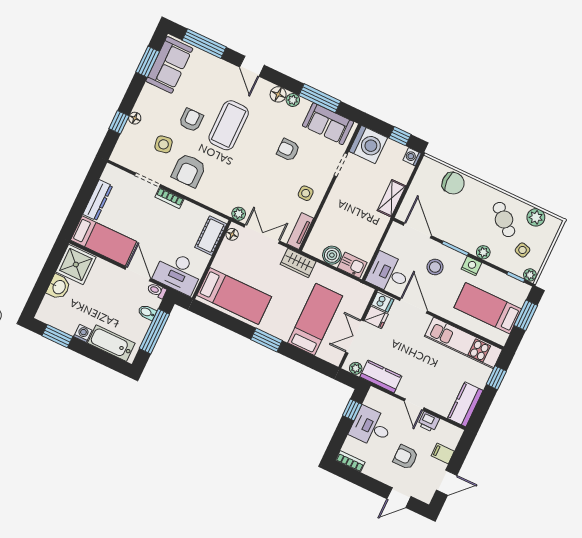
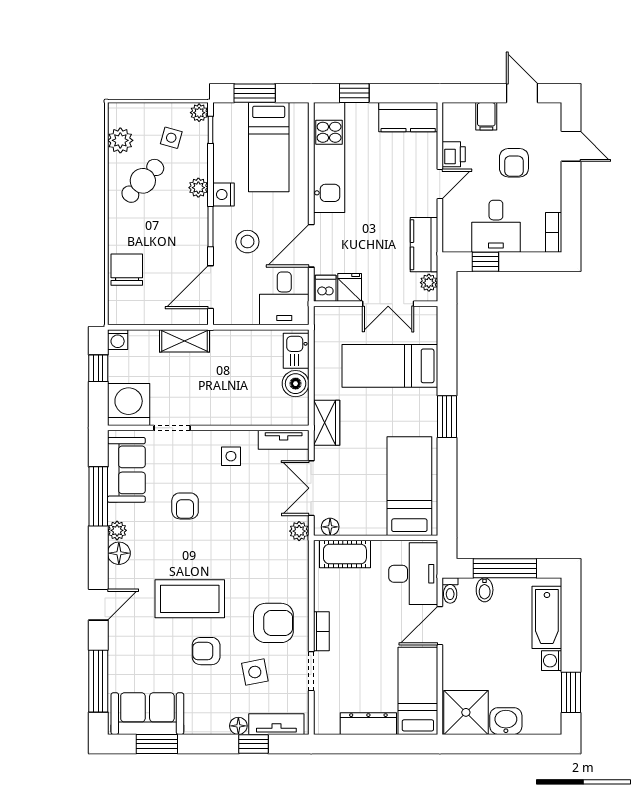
tv unit: (125, 142) -> (276, 724), added

